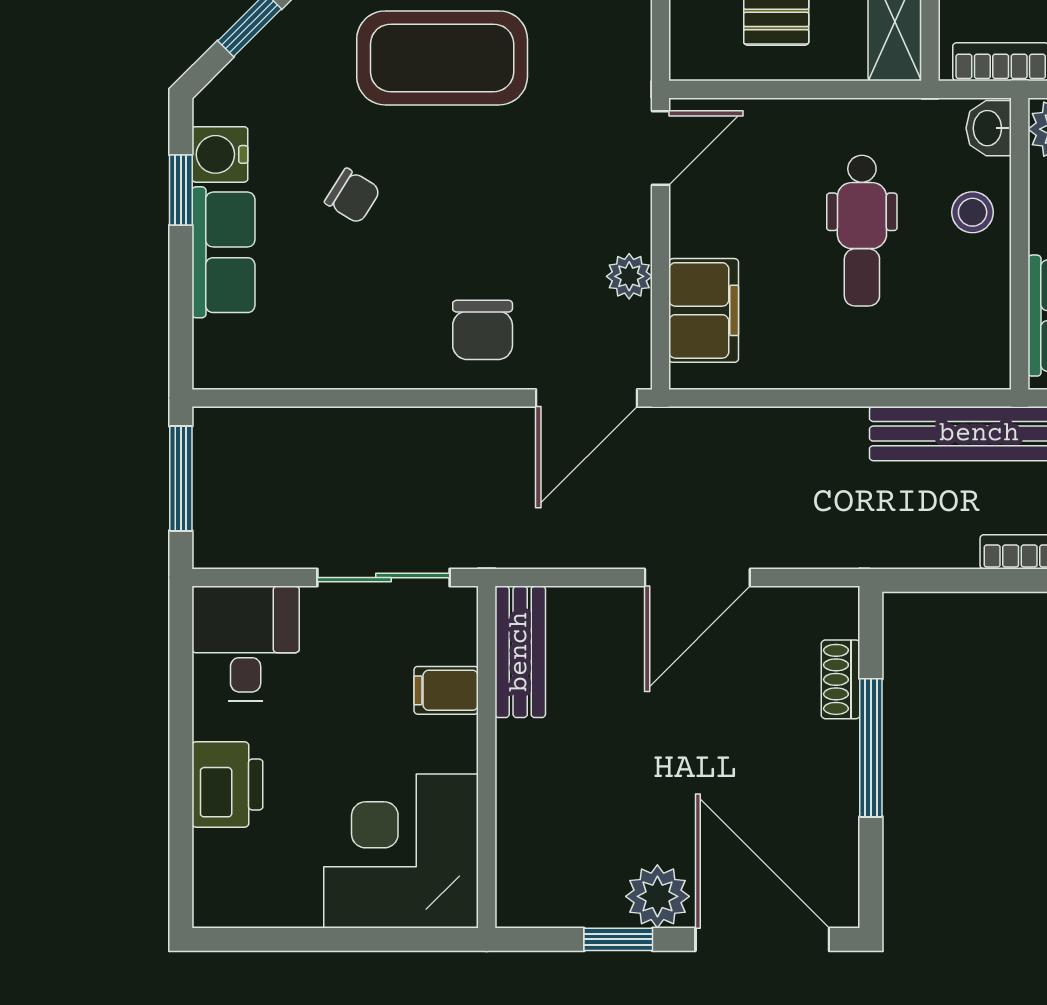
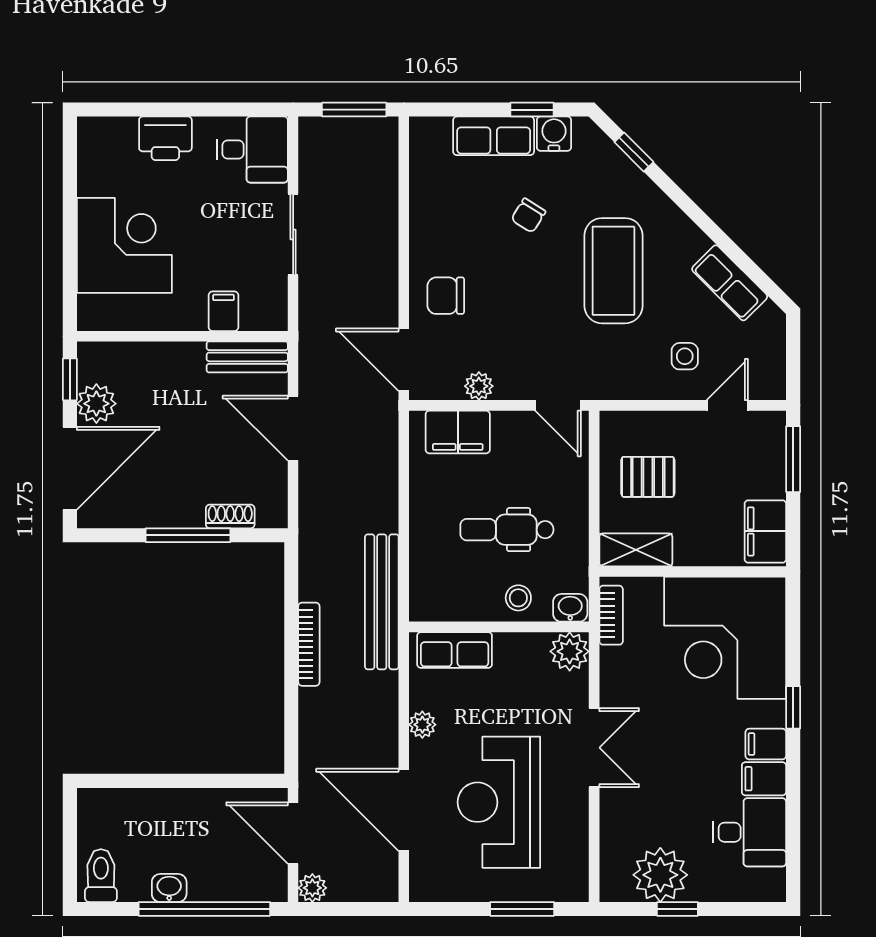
bench: (520, 652) -> (247, 357), moved
filing cabinet: (446, 690) -> (223, 311), moved
wall: (487, 757) -> (182, 336), moved

